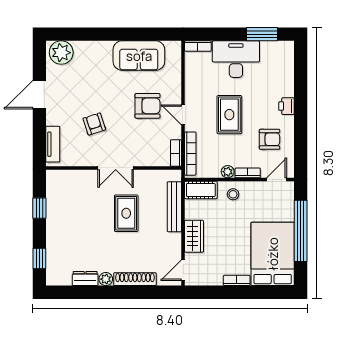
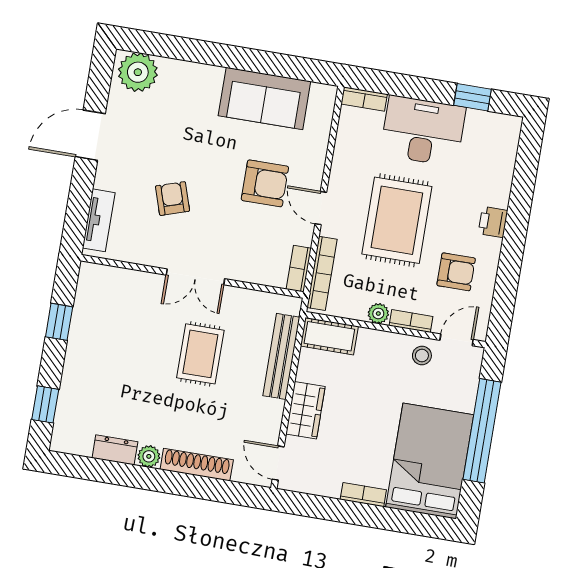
window: (262, 34) -> (473, 97), width x0.67
rug: (229, 115) -> (397, 220), width x1.36, depth x1.43
stool: (233, 194) -> (422, 356), moved
door: (183, 270) -> (278, 463), hinge flipped

